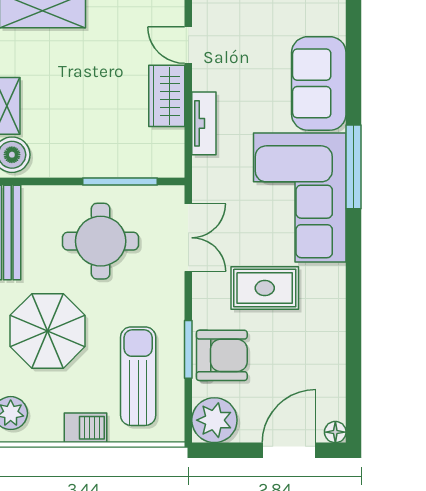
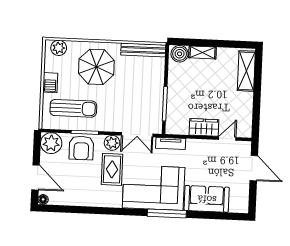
tv unit: (204, 123) -> (171, 143), moved
round table: (101, 241) -> (137, 93), removed
plant: (208, 290) -> (112, 143), added

